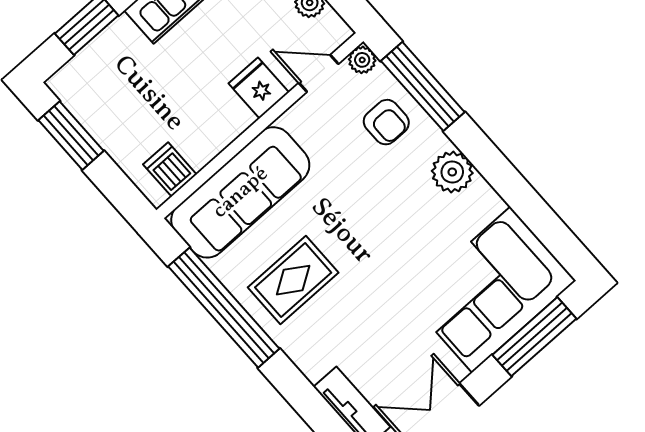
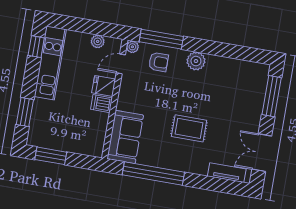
dishwasher: (170, 169) -> (102, 104), moved
sofa: (240, 192) -> (125, 137), width x0.73
rug: (293, 280) -> (189, 128), moved, turned 90
corner sofa: (491, 290) -> (243, 92), removed

